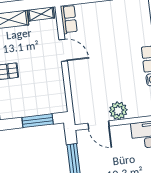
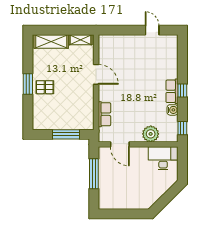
row of seats: (69, 19) -> (104, 114), moved
plant: (118, 111) -> (151, 134), moved

